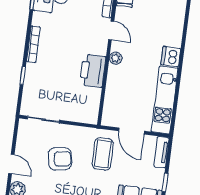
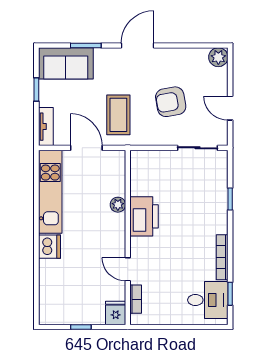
bookcase: (33, 44) -> (222, 257), moved
plant: (116, 58) -> (118, 205), moved
door: (11, 164) -> (230, 108), moved

